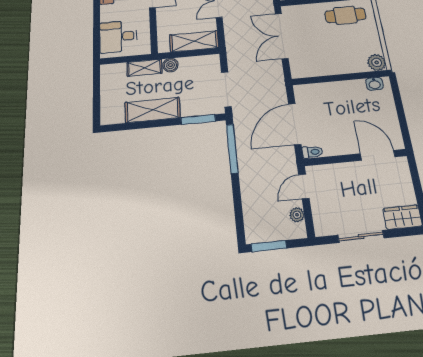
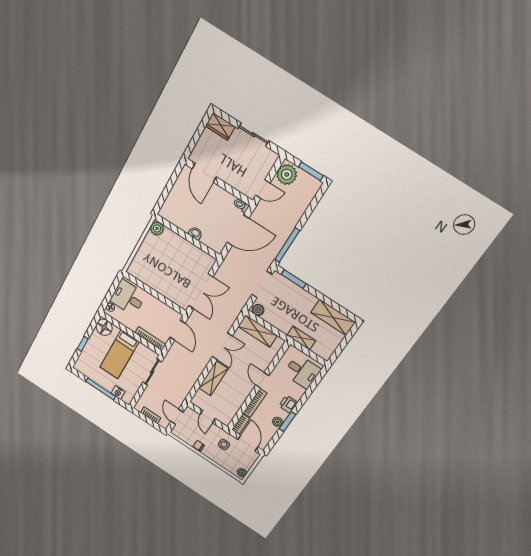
cafe table: (345, 15) -> (151, 273), removed
boiler: (170, 65) -> (258, 310), moved
washbasin: (374, 84) -> (195, 233), moved
shelving: (153, 110) -> (333, 317), moved
plant: (297, 215) -> (287, 174), width x1.87, depth x1.87

